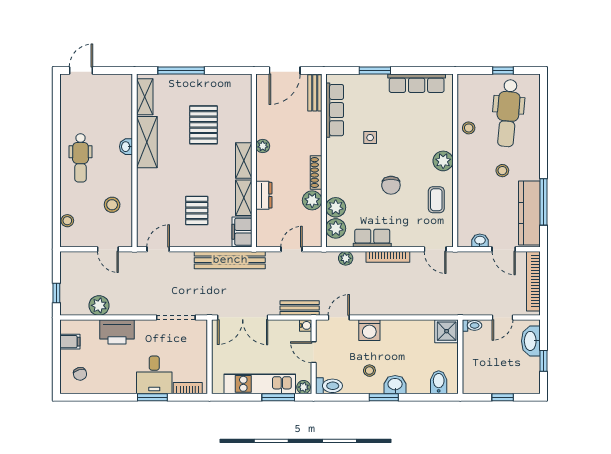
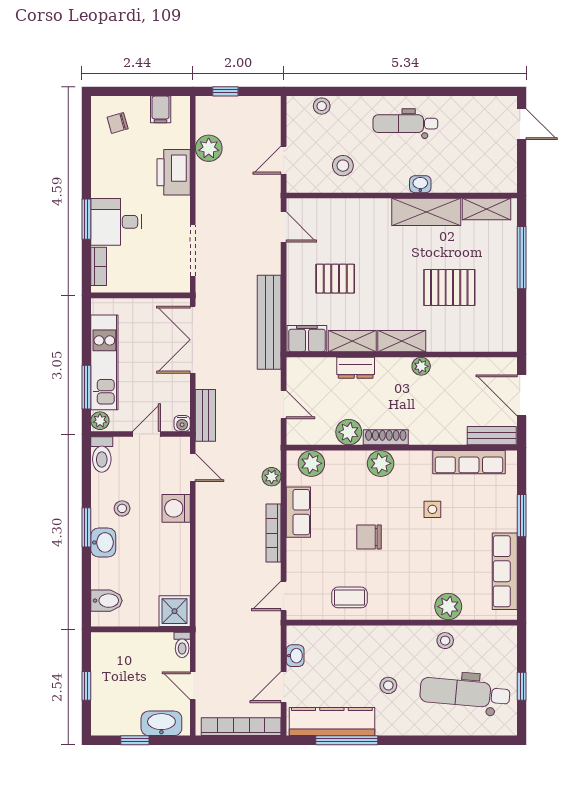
plant: (443, 161) -> (448, 607), moved
plant: (336, 207) -> (381, 463), moved

